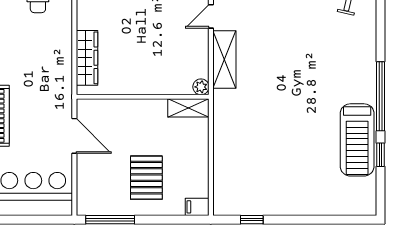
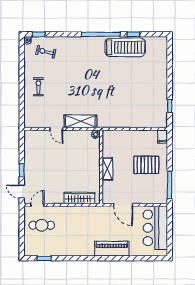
shelving: (188, 108) -> (107, 169), moved
door: (74, 136) -> (123, 205), swing flipped

